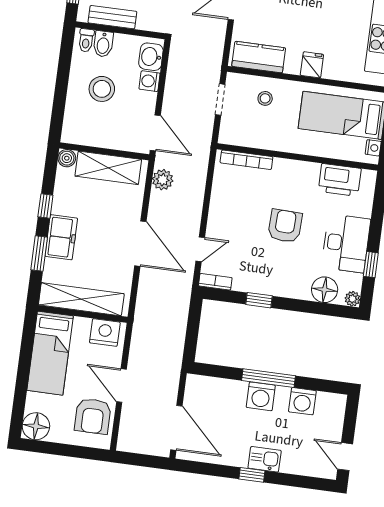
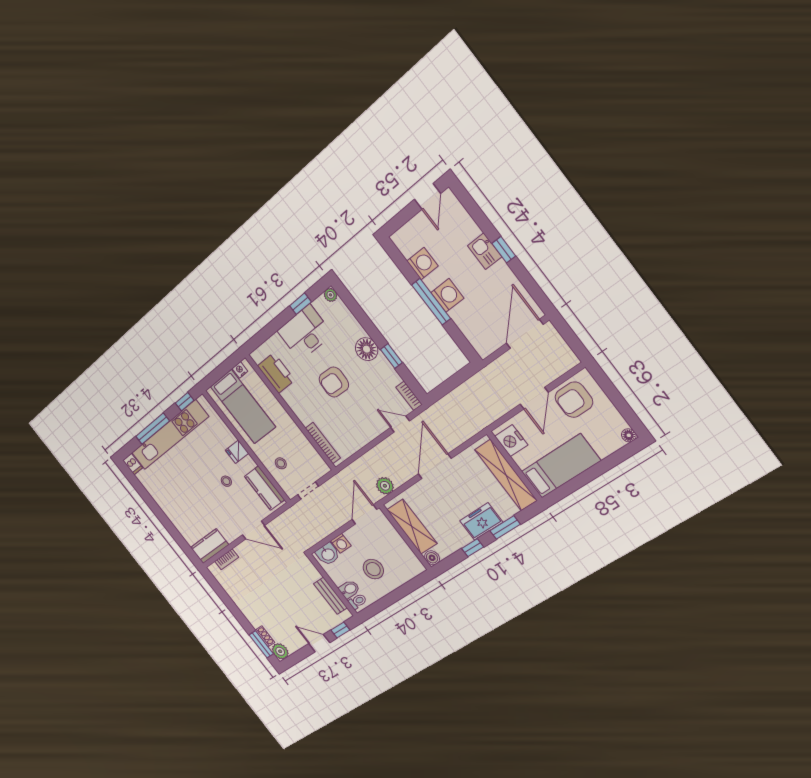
stool: (297, 24) -> (226, 481), added
floor lamp: (325, 290) -> (367, 349), moved
armchair: (93, 416) -> (574, 400), turned 180
floor lamp: (36, 426) -> (629, 435), width x0.53, depth x0.53

